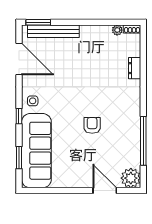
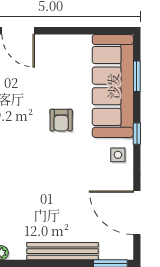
bench: (53, 31) -> (63, 251), moved
armchair: (92, 125) -> (61, 120), moved

